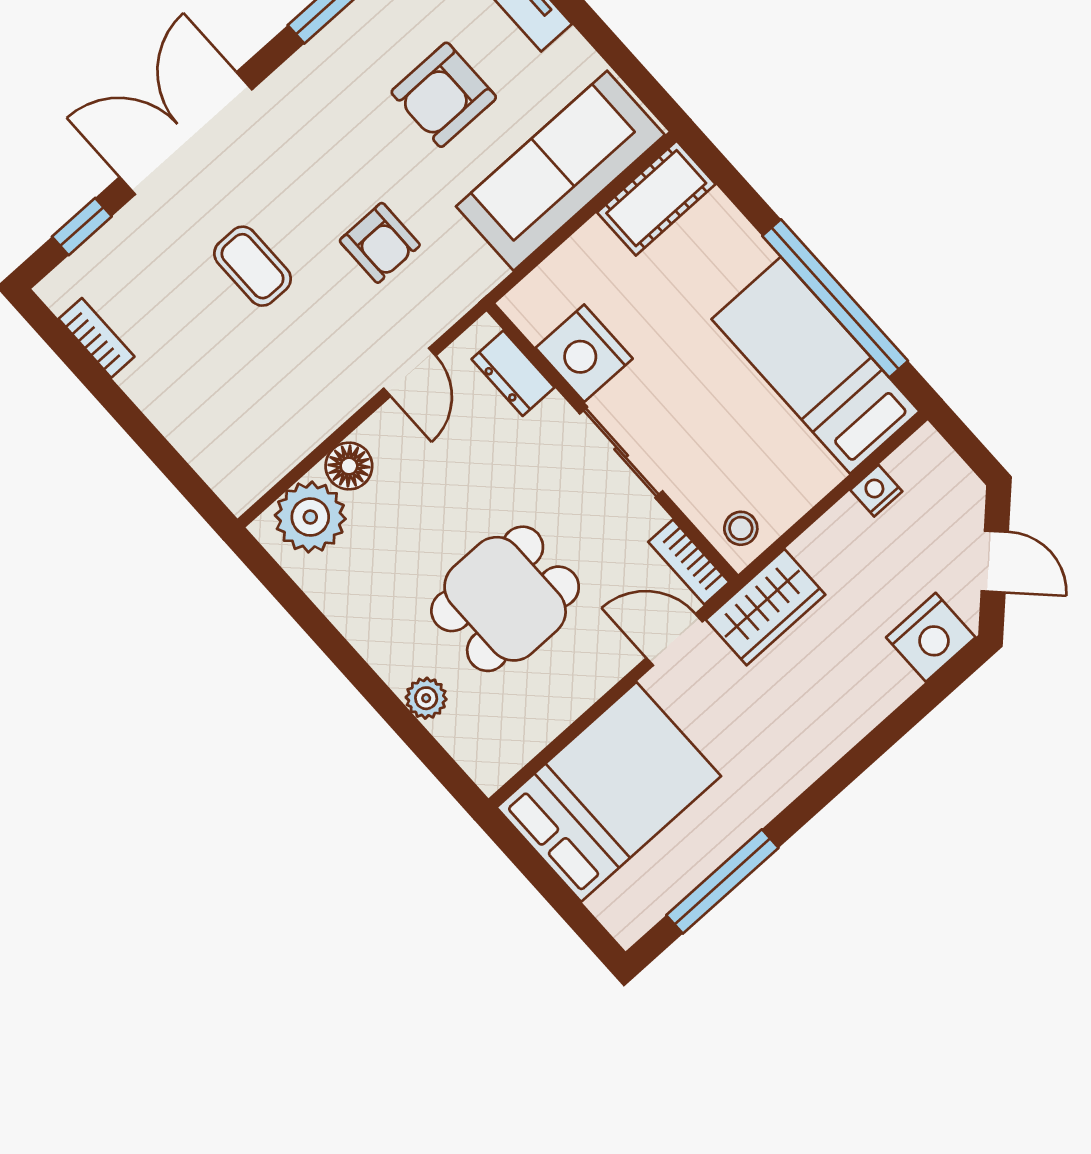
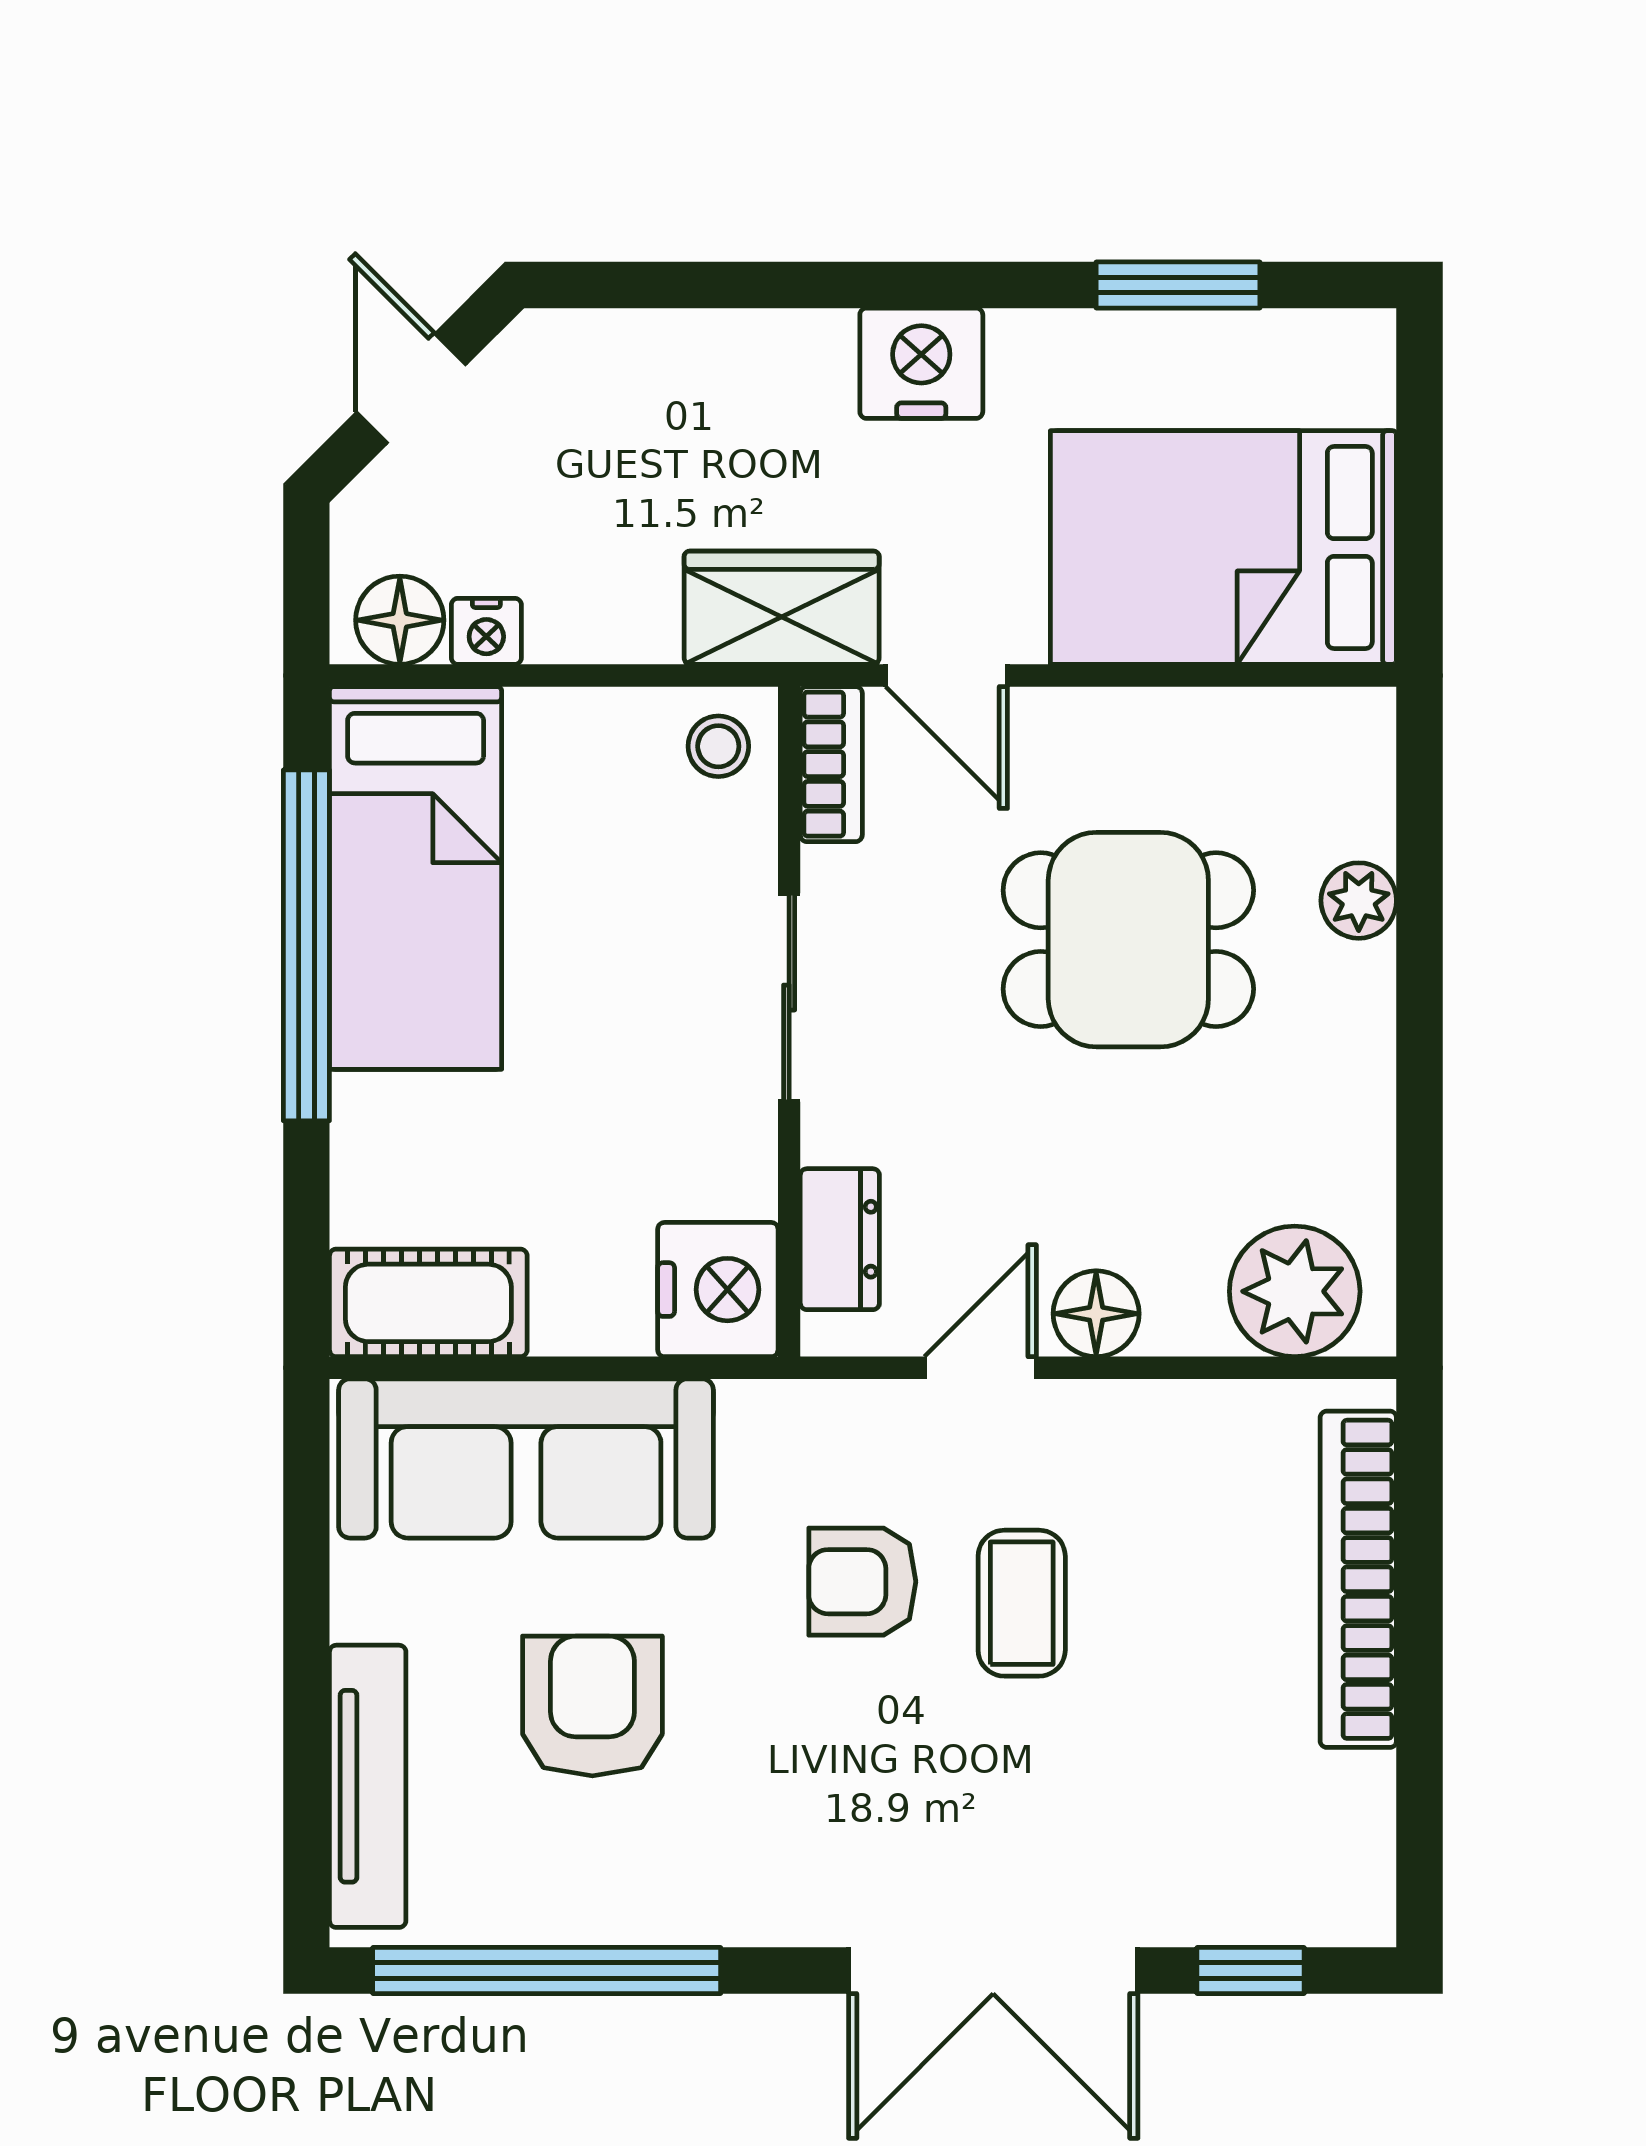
armchair: (444, 95) -> (592, 1706), turned -90
armchair: (380, 243) -> (862, 1582), turned -90
coffee table: (253, 266) -> (1022, 1603), moved
bookcase: (96, 338) -> (1358, 1579), moved, width x2.31, depth x1.31
nightstand: (584, 353) -> (718, 1290), moved
floor lamp: (915, 464) -> (400, 620), added
floor lamp: (349, 466) -> (1096, 1314), moved
nightstand: (931, 637) -> (921, 363), moved
window: (722, 881) -> (1178, 285), width x0.69

